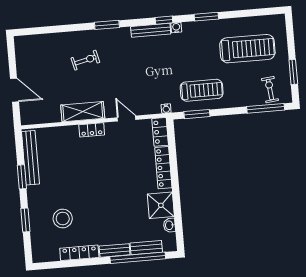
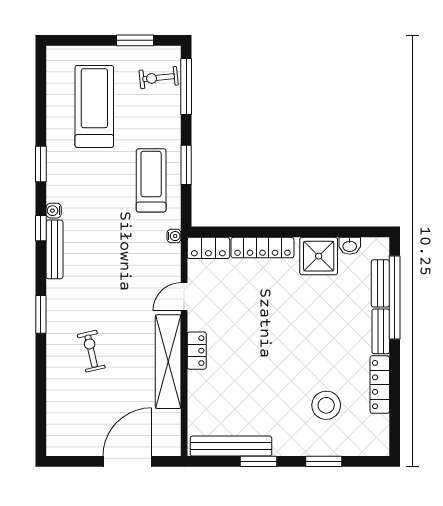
door: (15, 90) -> (127, 461), width x1.36
shelving: (83, 112) -> (168, 362), width x1.47
window: (197, 114) -> (186, 165), moved

